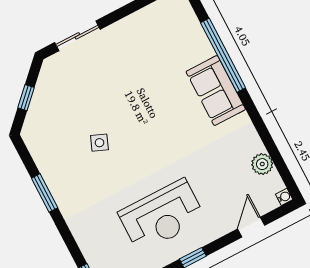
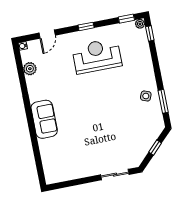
window: (223, 55) -> (34, 138), removed
side table: (99, 143) -> (146, 96), moved
window: (45, 193) -> (163, 101), moved

